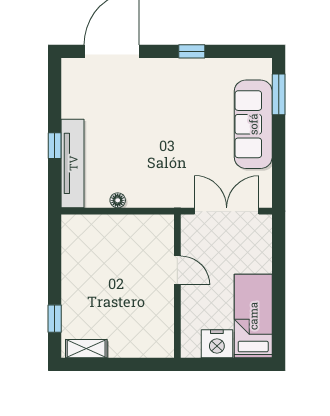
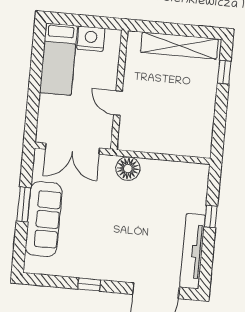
window: (279, 94) -> (24, 204), moved
tv unit: (73, 163) -> (193, 251), moved
floor lamp: (118, 200) -> (128, 169), moved, width x1.89, depth x1.89
shelving: (86, 349) -> (179, 46), width x2.20, depth x1.33

